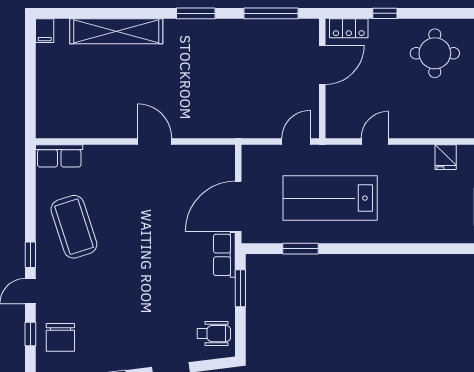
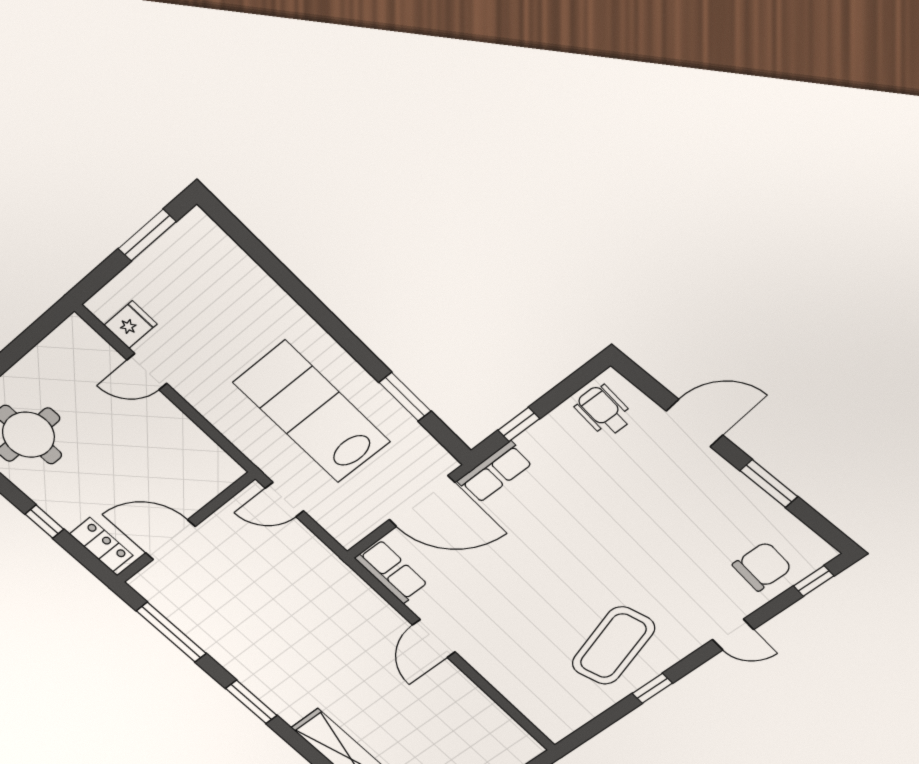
door: (375, 141) -> (147, 372), moved
row of seats: (59, 156) -> (391, 572), moved
lab bench: (330, 198) -> (312, 412), turned 180
window: (30, 255) -> (652, 688), moved
window: (240, 288) -> (519, 424), width x0.67
window: (30, 334) -> (814, 581), moved

